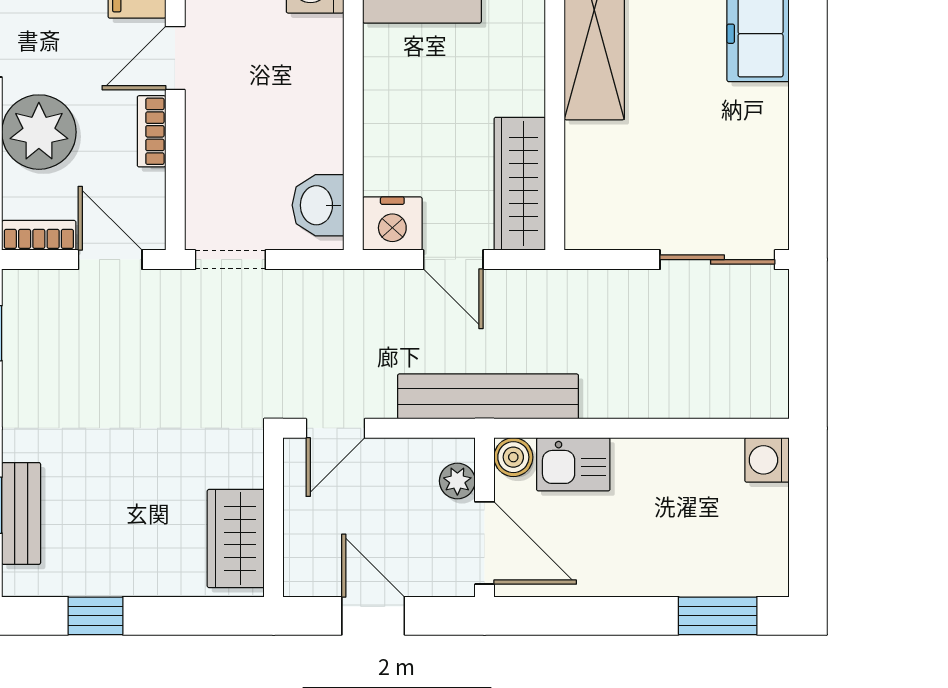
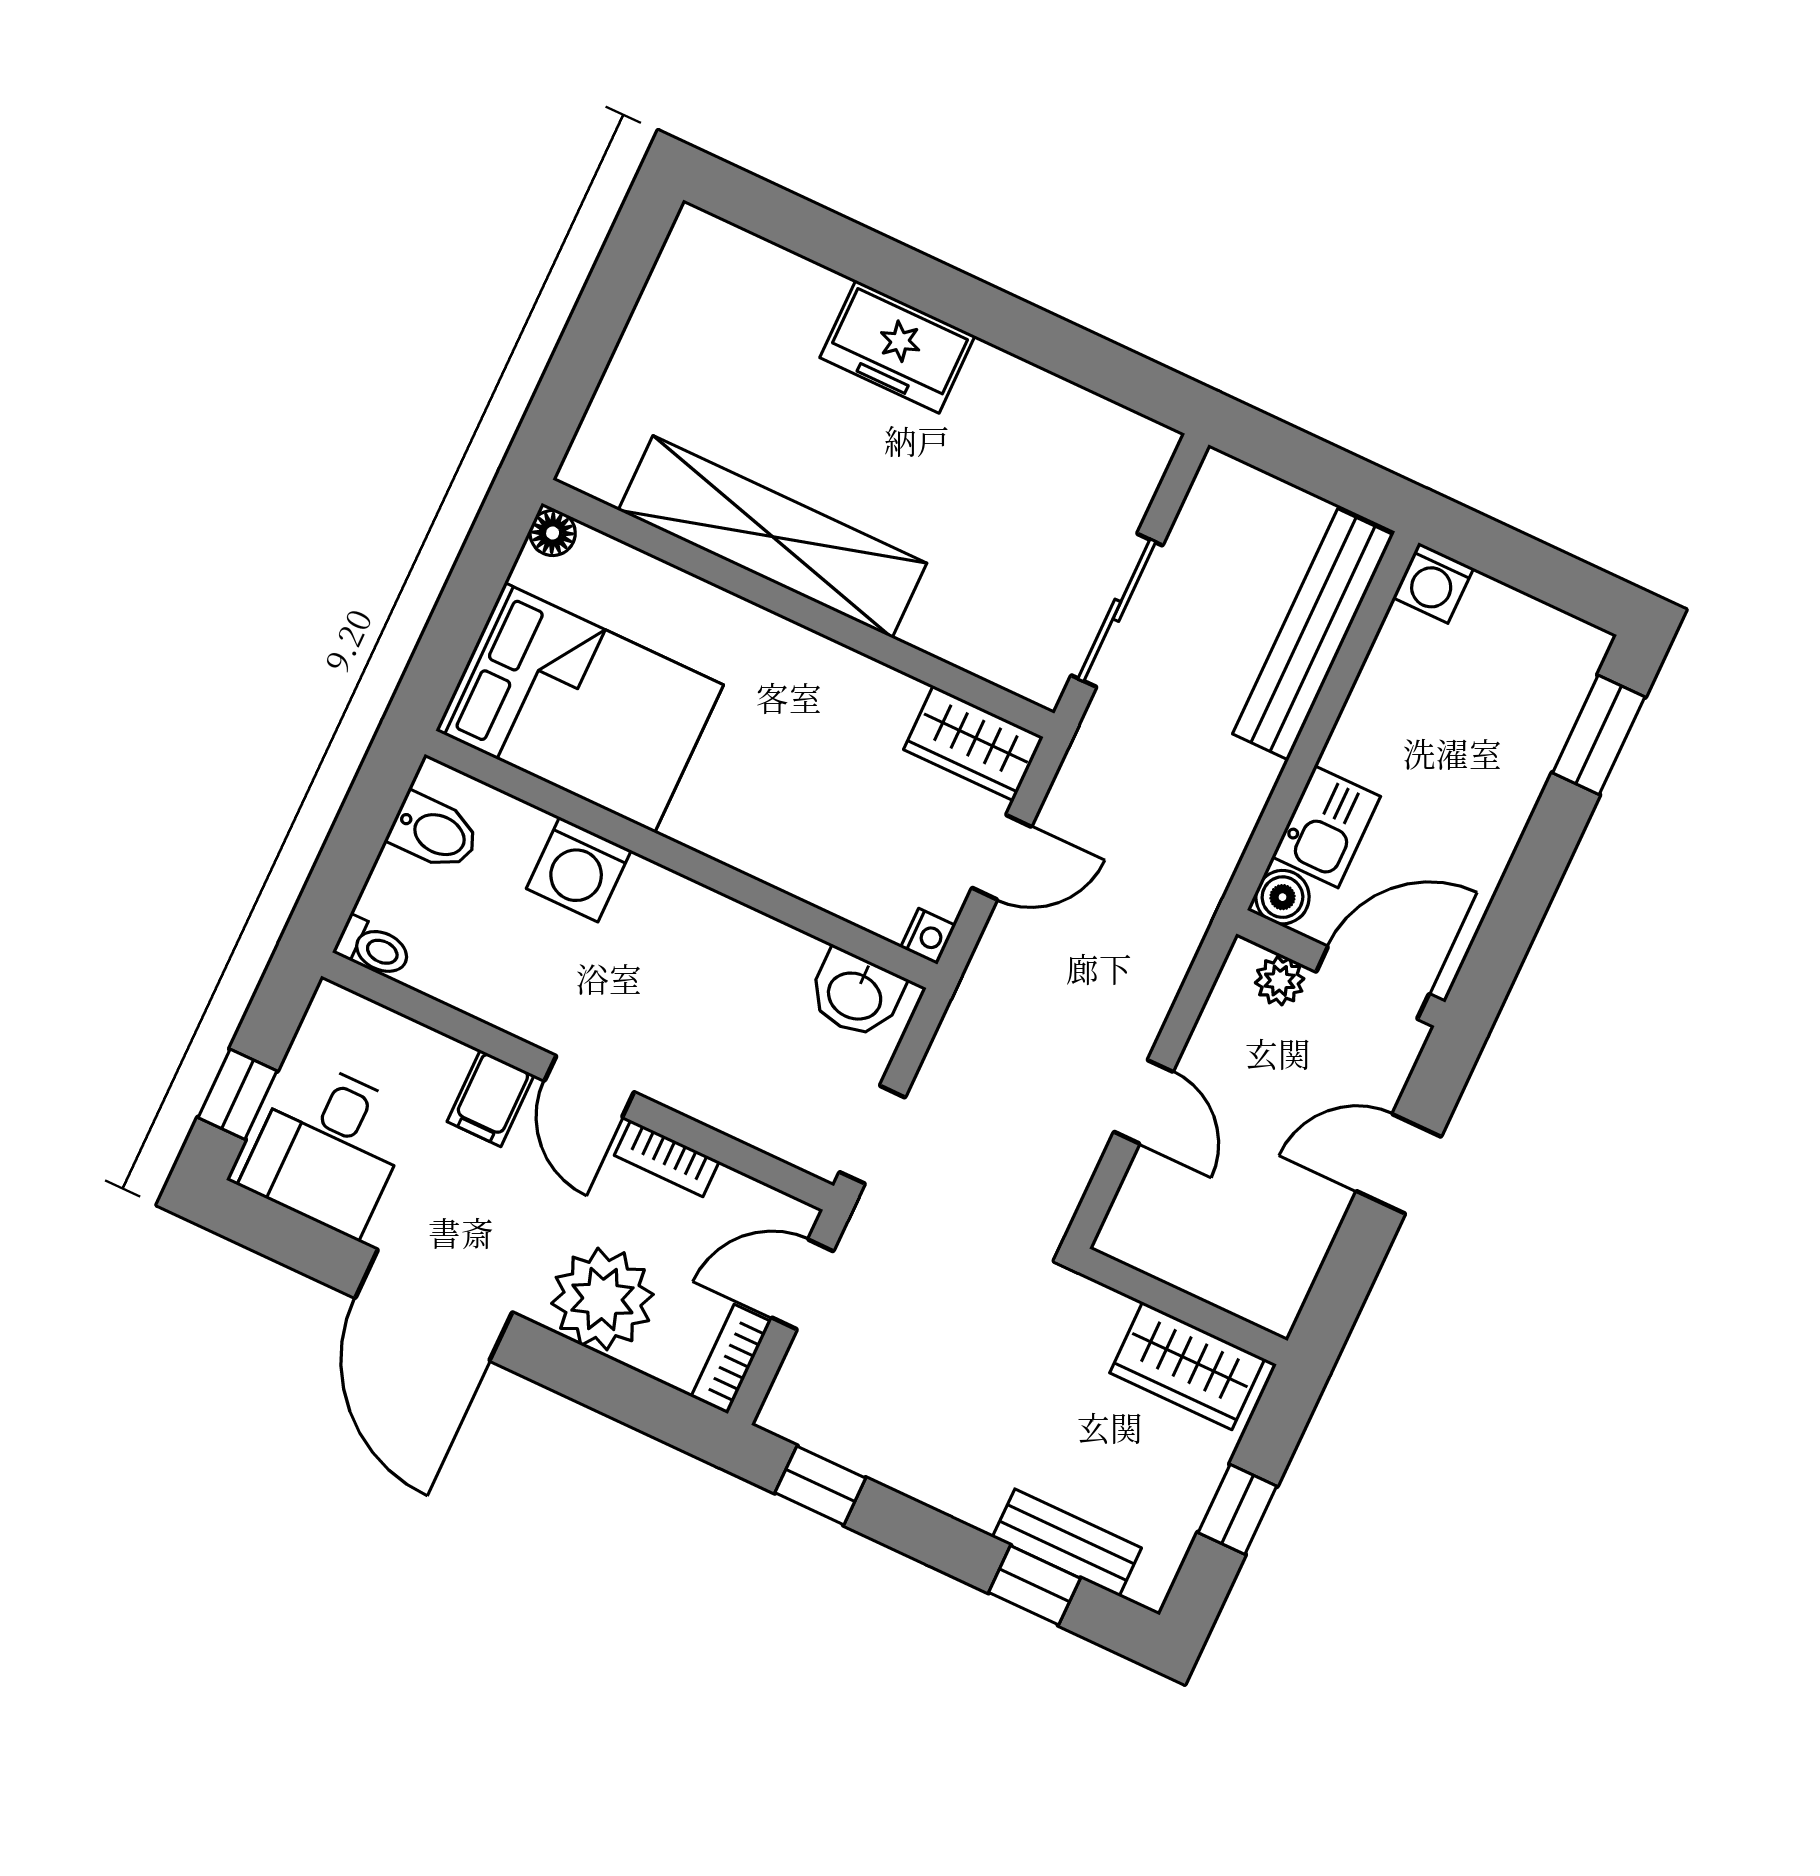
wardrobe: (520, 184) -> (973, 743), width x0.67
nightstand: (392, 224) -> (928, 936), width x0.53, depth x0.56
sliding door: (717, 260) -> (1117, 610), moved
bench: (488, 396) -> (1313, 634), moved
wall: (274, 517) -> (1183, 1306), moved
wardrobe: (236, 539) -> (1187, 1366), moved

